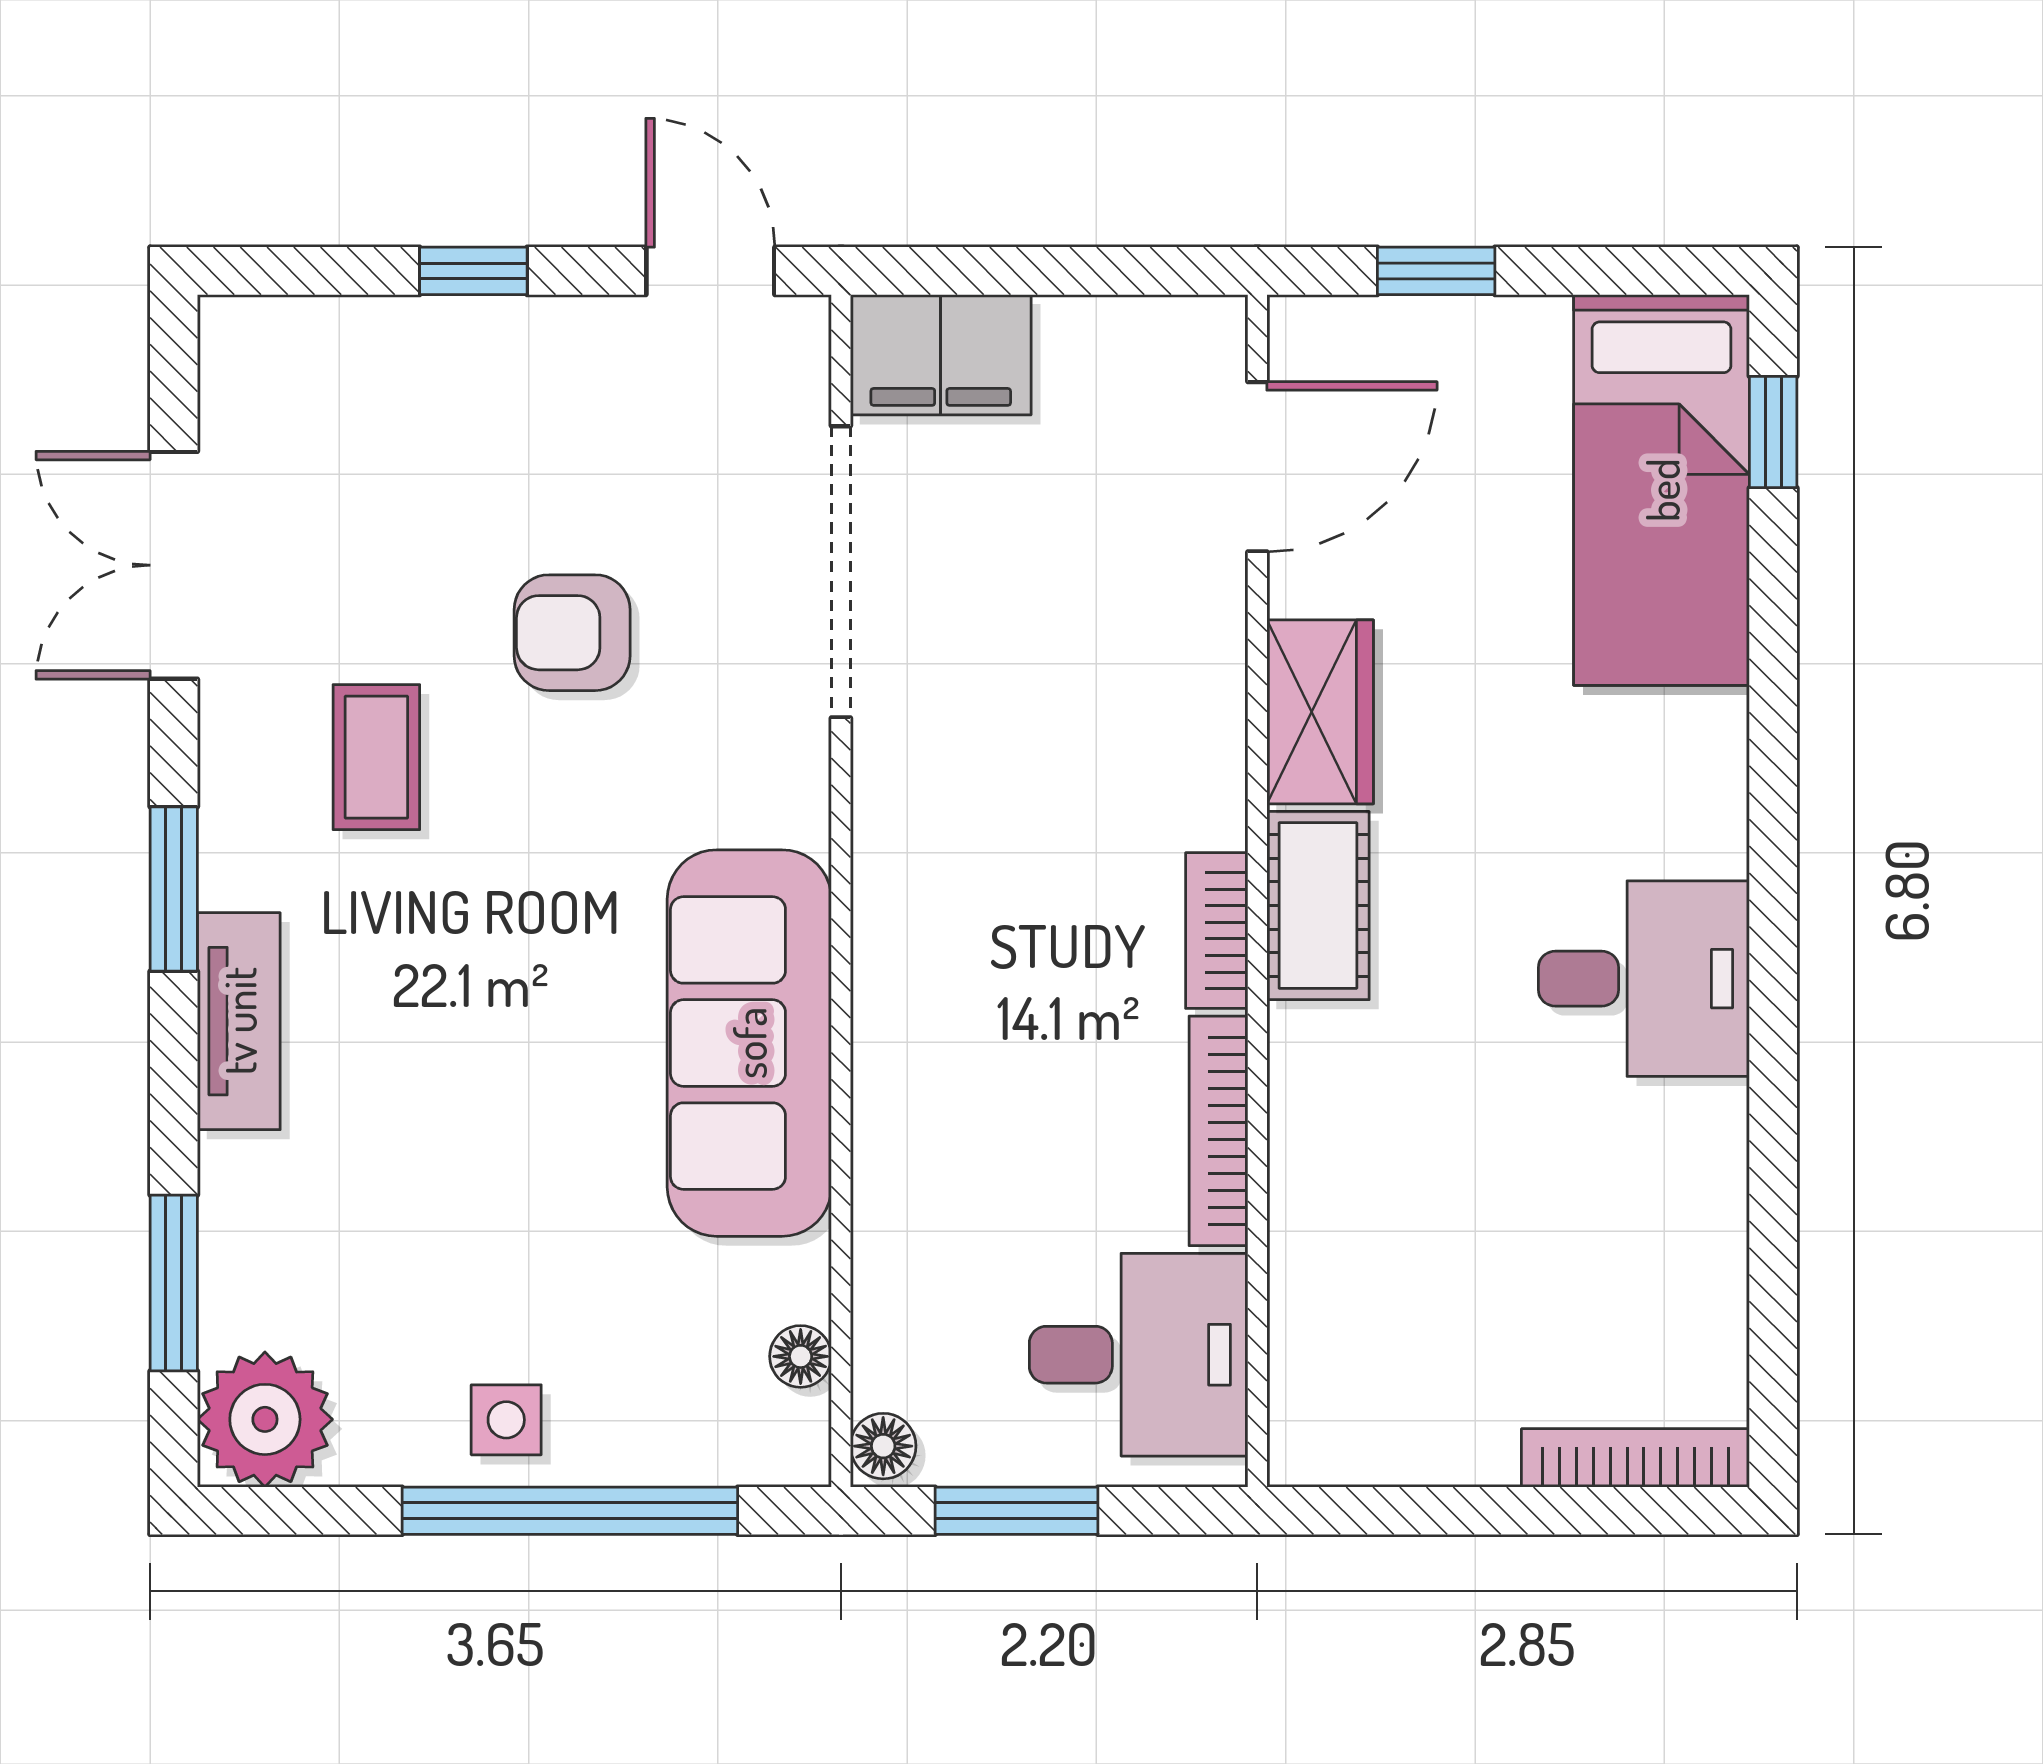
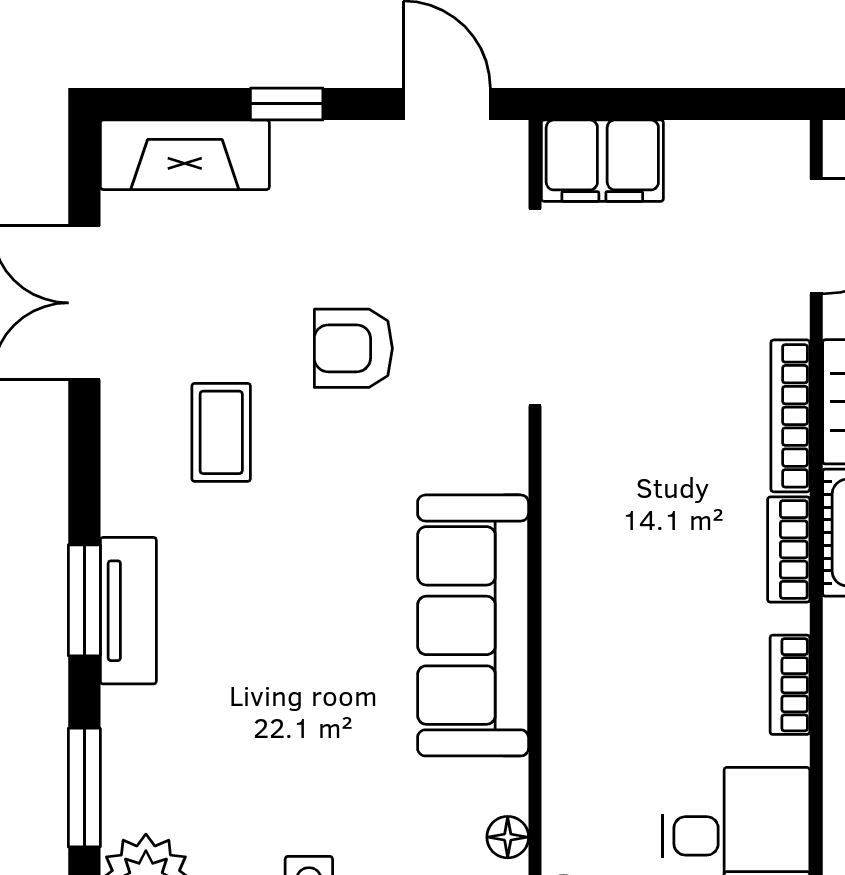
fireplace: (323, 346) -> (185, 155), added
bookcase: (1219, 733) -> (790, 416), added
window: (174, 889) -> (84, 600), moved
bookcase: (1218, 1131) -> (790, 685), width x0.64

